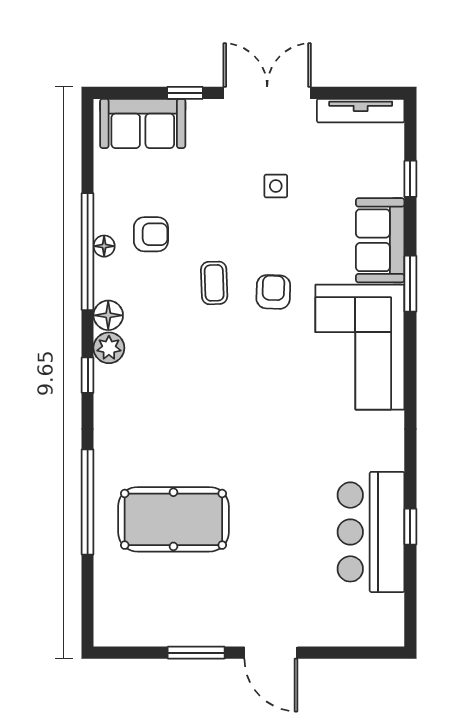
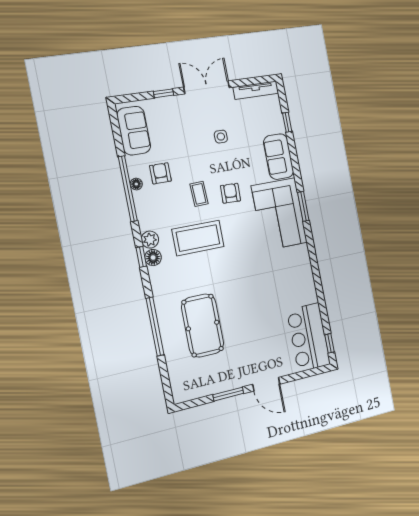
sofa: (143, 123) -> (134, 131), moved, turned -90
armchair: (151, 234) -> (160, 173), turned -90
window: (410, 284) -> (303, 206), moved
floor lamp: (108, 315) -> (153, 258), moved
coffee table: (196, 362) -> (198, 238), added
pool table: (173, 519) -> (203, 326), turned 90
window: (410, 527) -> (329, 343), moved
bar counter: (371, 532) -> (309, 337), moved

